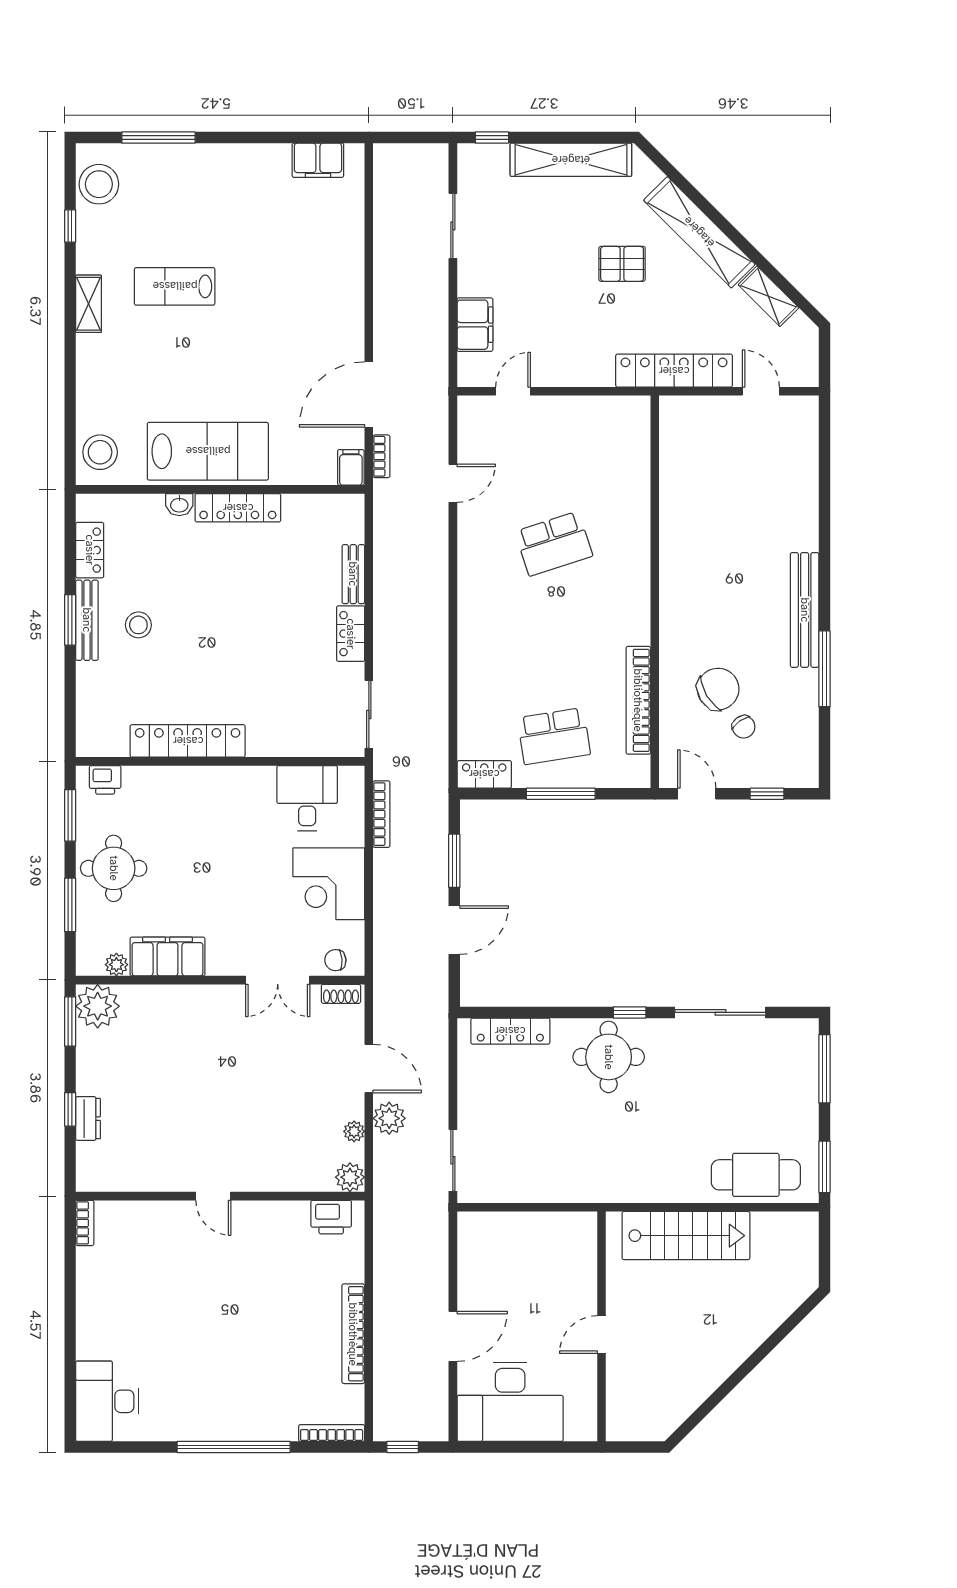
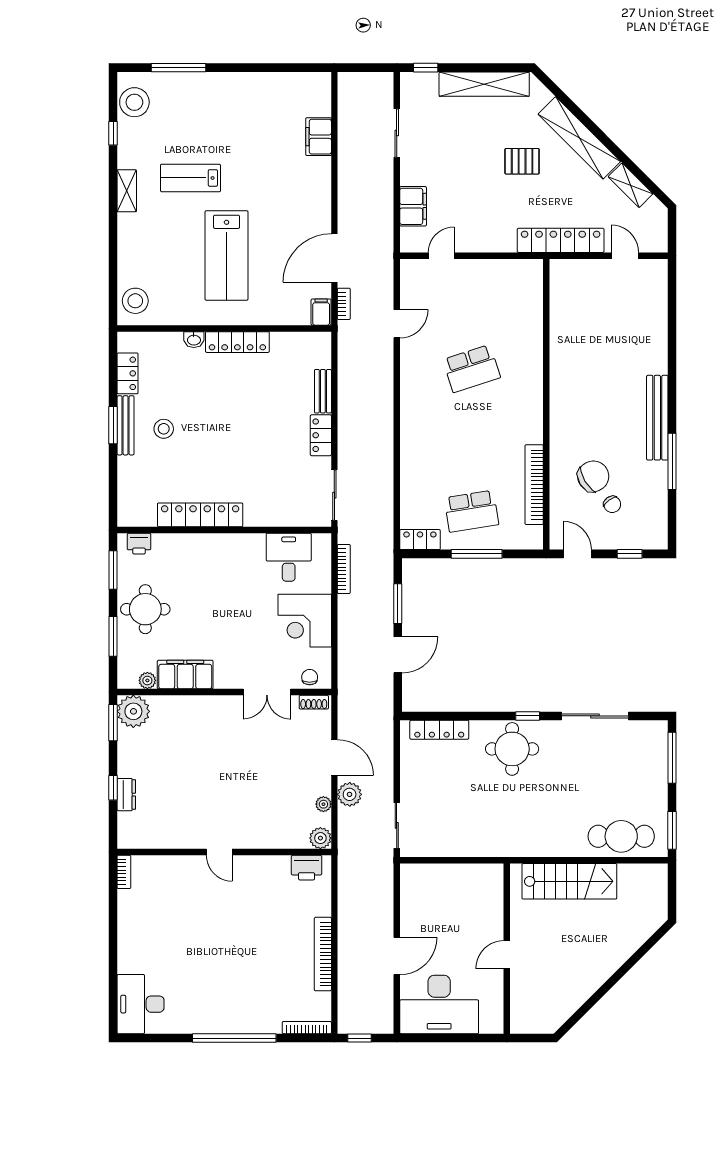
filing cabinet: (318, 160) -> (319, 137), moved, turned 90
lab bench: (208, 451) -> (227, 255), moved, turned 90
chair: (335, 960) -> (310, 677), turned 94

